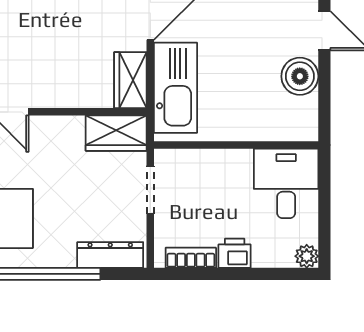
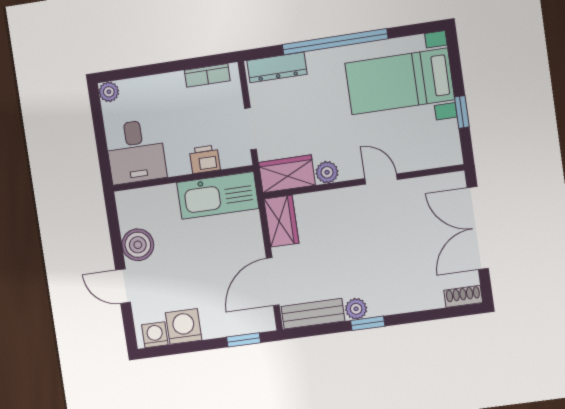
kitchen sink: (176, 88) -> (218, 195), moved, turned -90
plant: (71, 128) -> (327, 172), added
printer: (235, 253) -> (205, 159), moved, turned 180

